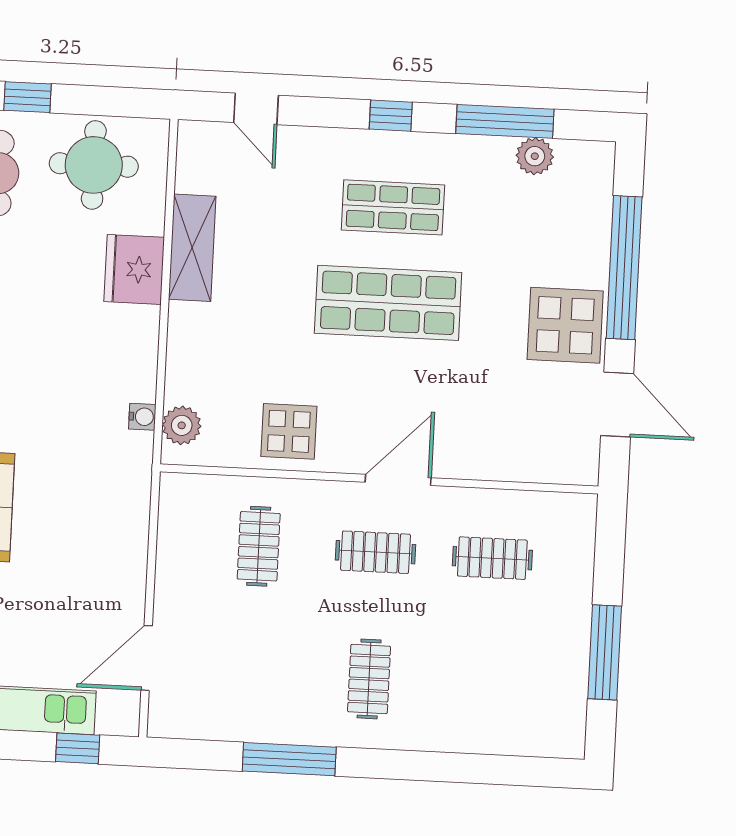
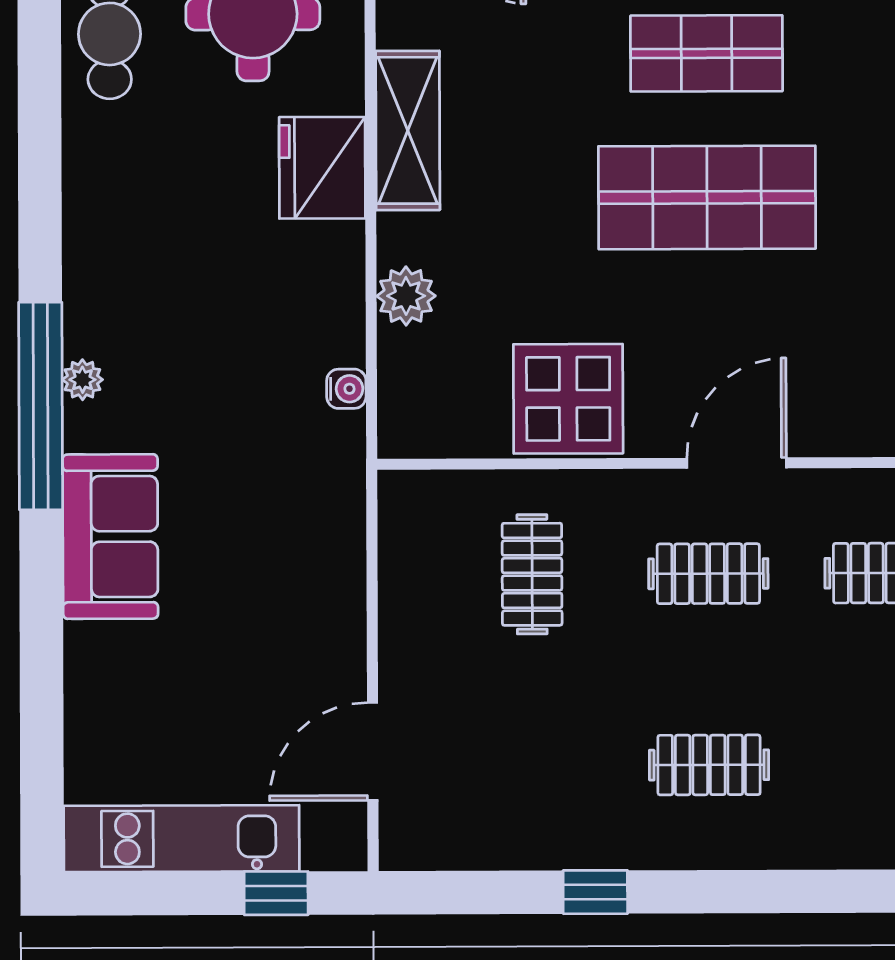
plant: (182, 425) -> (406, 296), moved
display table: (289, 431) -> (568, 399), width x1.36, depth x1.36
clothes rail: (369, 679) -> (709, 765), turned 90
window: (289, 759) -> (595, 892), width x0.46

